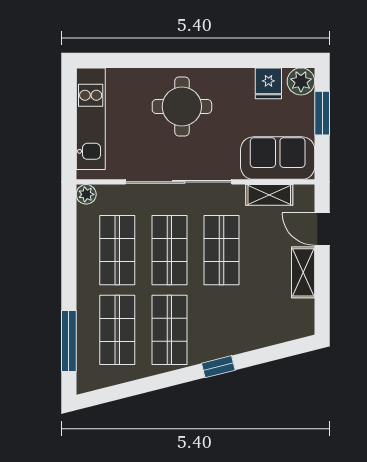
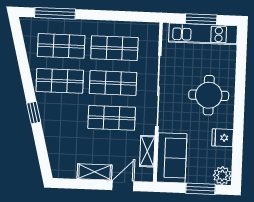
fridge: (268, 83) -> (223, 138), moved
window: (69, 123) -> (201, 19), added
plant: (86, 194) -> (153, 29), removed

